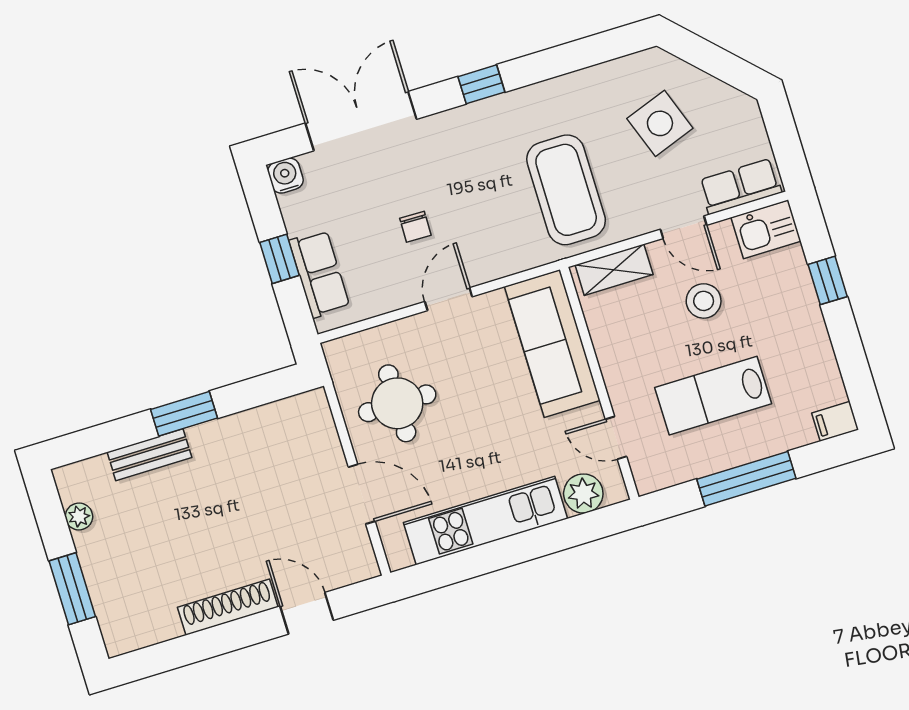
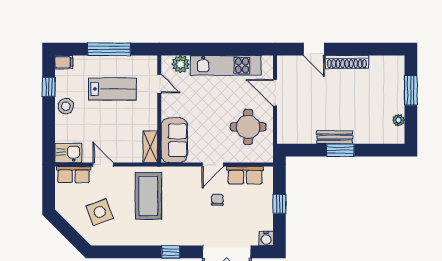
shelving: (614, 270) -> (150, 147), moved, turned 90
row of seats: (319, 274) -> (245, 175), moved, turned -90
window: (828, 280) -> (49, 87), moved
stool: (704, 301) -> (66, 106), moved
sofa: (552, 343) -> (174, 140), width x0.73
bench: (149, 455) -> (335, 137), moved

